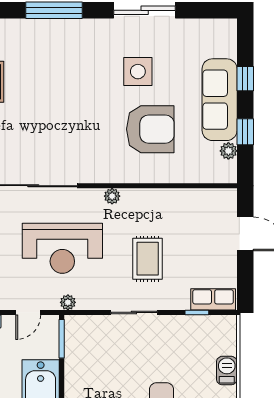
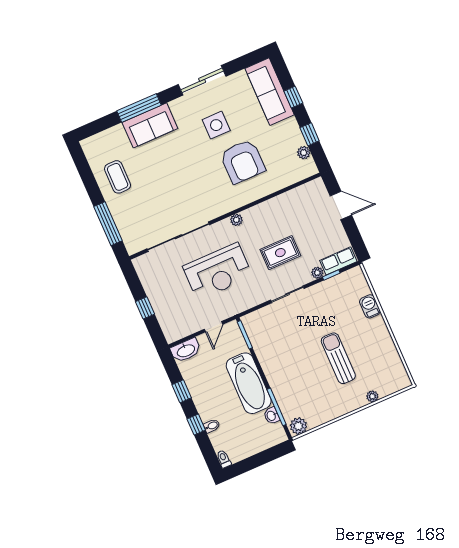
sofa: (58, 37) -> (150, 125), added
sofa: (220, 100) -> (270, 92), moved
armchair: (150, 129) -> (243, 161), turned 90
rug: (148, 259) -> (280, 253), turned 90
plant: (68, 302) -> (317, 273), moved

